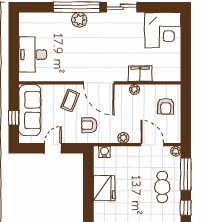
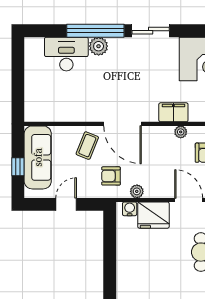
desk: (33, 54) -> (66, 54), moved, turned 90
plant: (134, 89) -> (181, 132), moved
plant: (123, 138) -> (137, 191), moved
fridge: (104, 188) -> (153, 215), moved, turned 90

